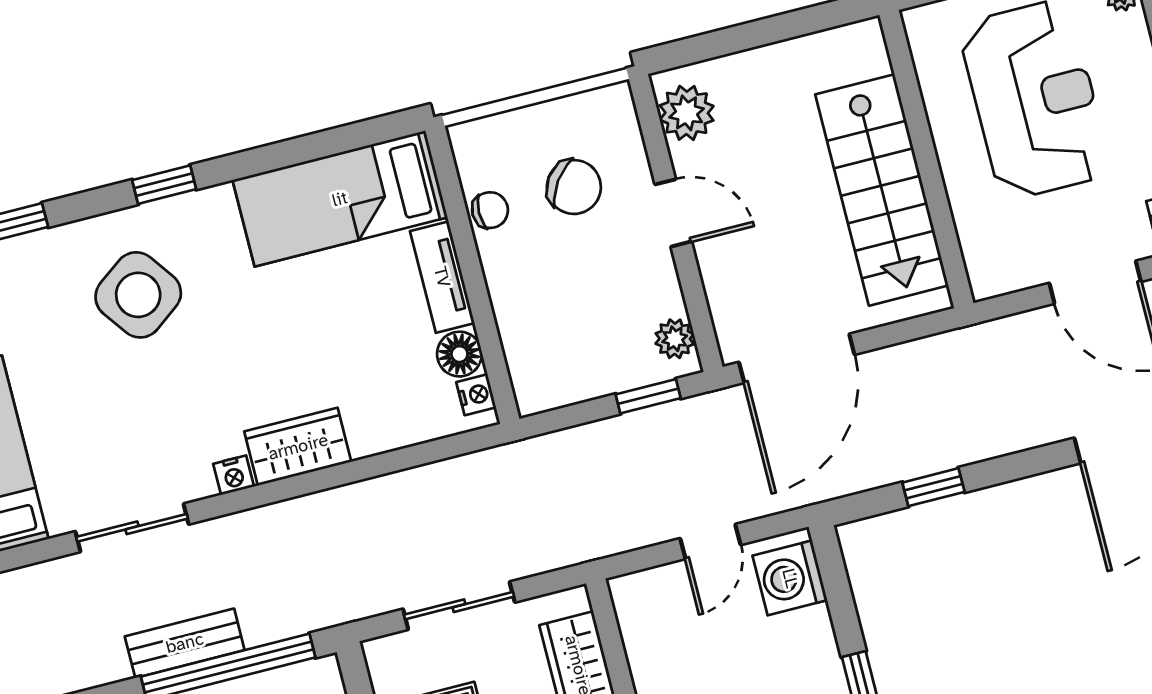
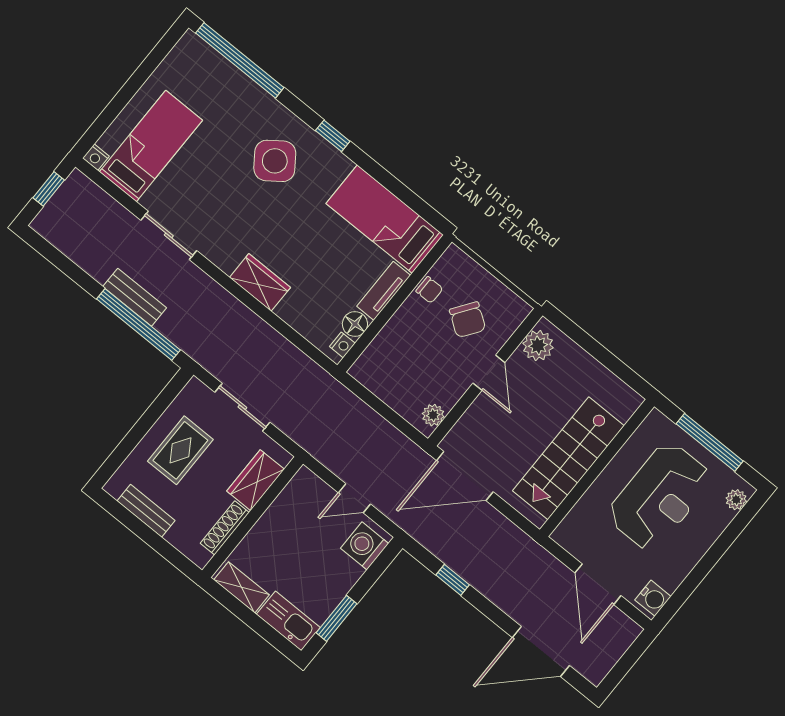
window: (648, 396) -> (399, 422), removed
nightstand: (234, 475) -> (226, 263), removed

